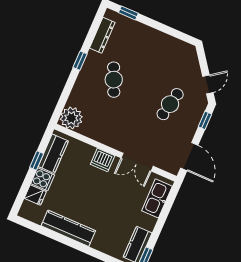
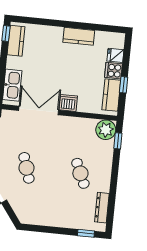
window: (80, 61) -> (118, 141), moved
cafe table: (170, 104) -> (27, 168), turned -30
double door: (137, 162) -> (39, 110), width x1.37
kitchen counter: (68, 228) -> (79, 36), width x0.67

